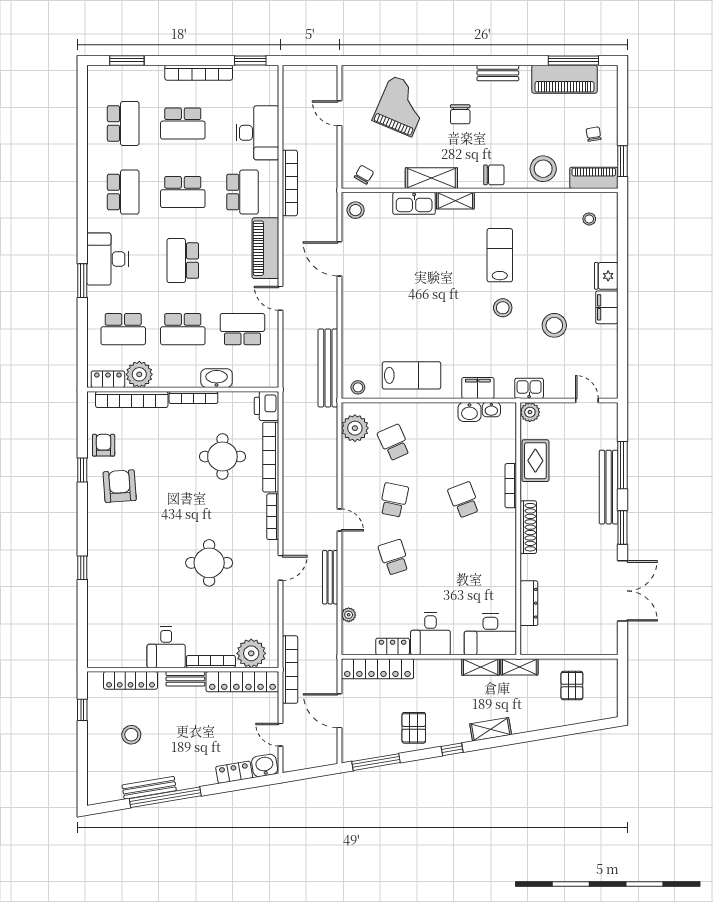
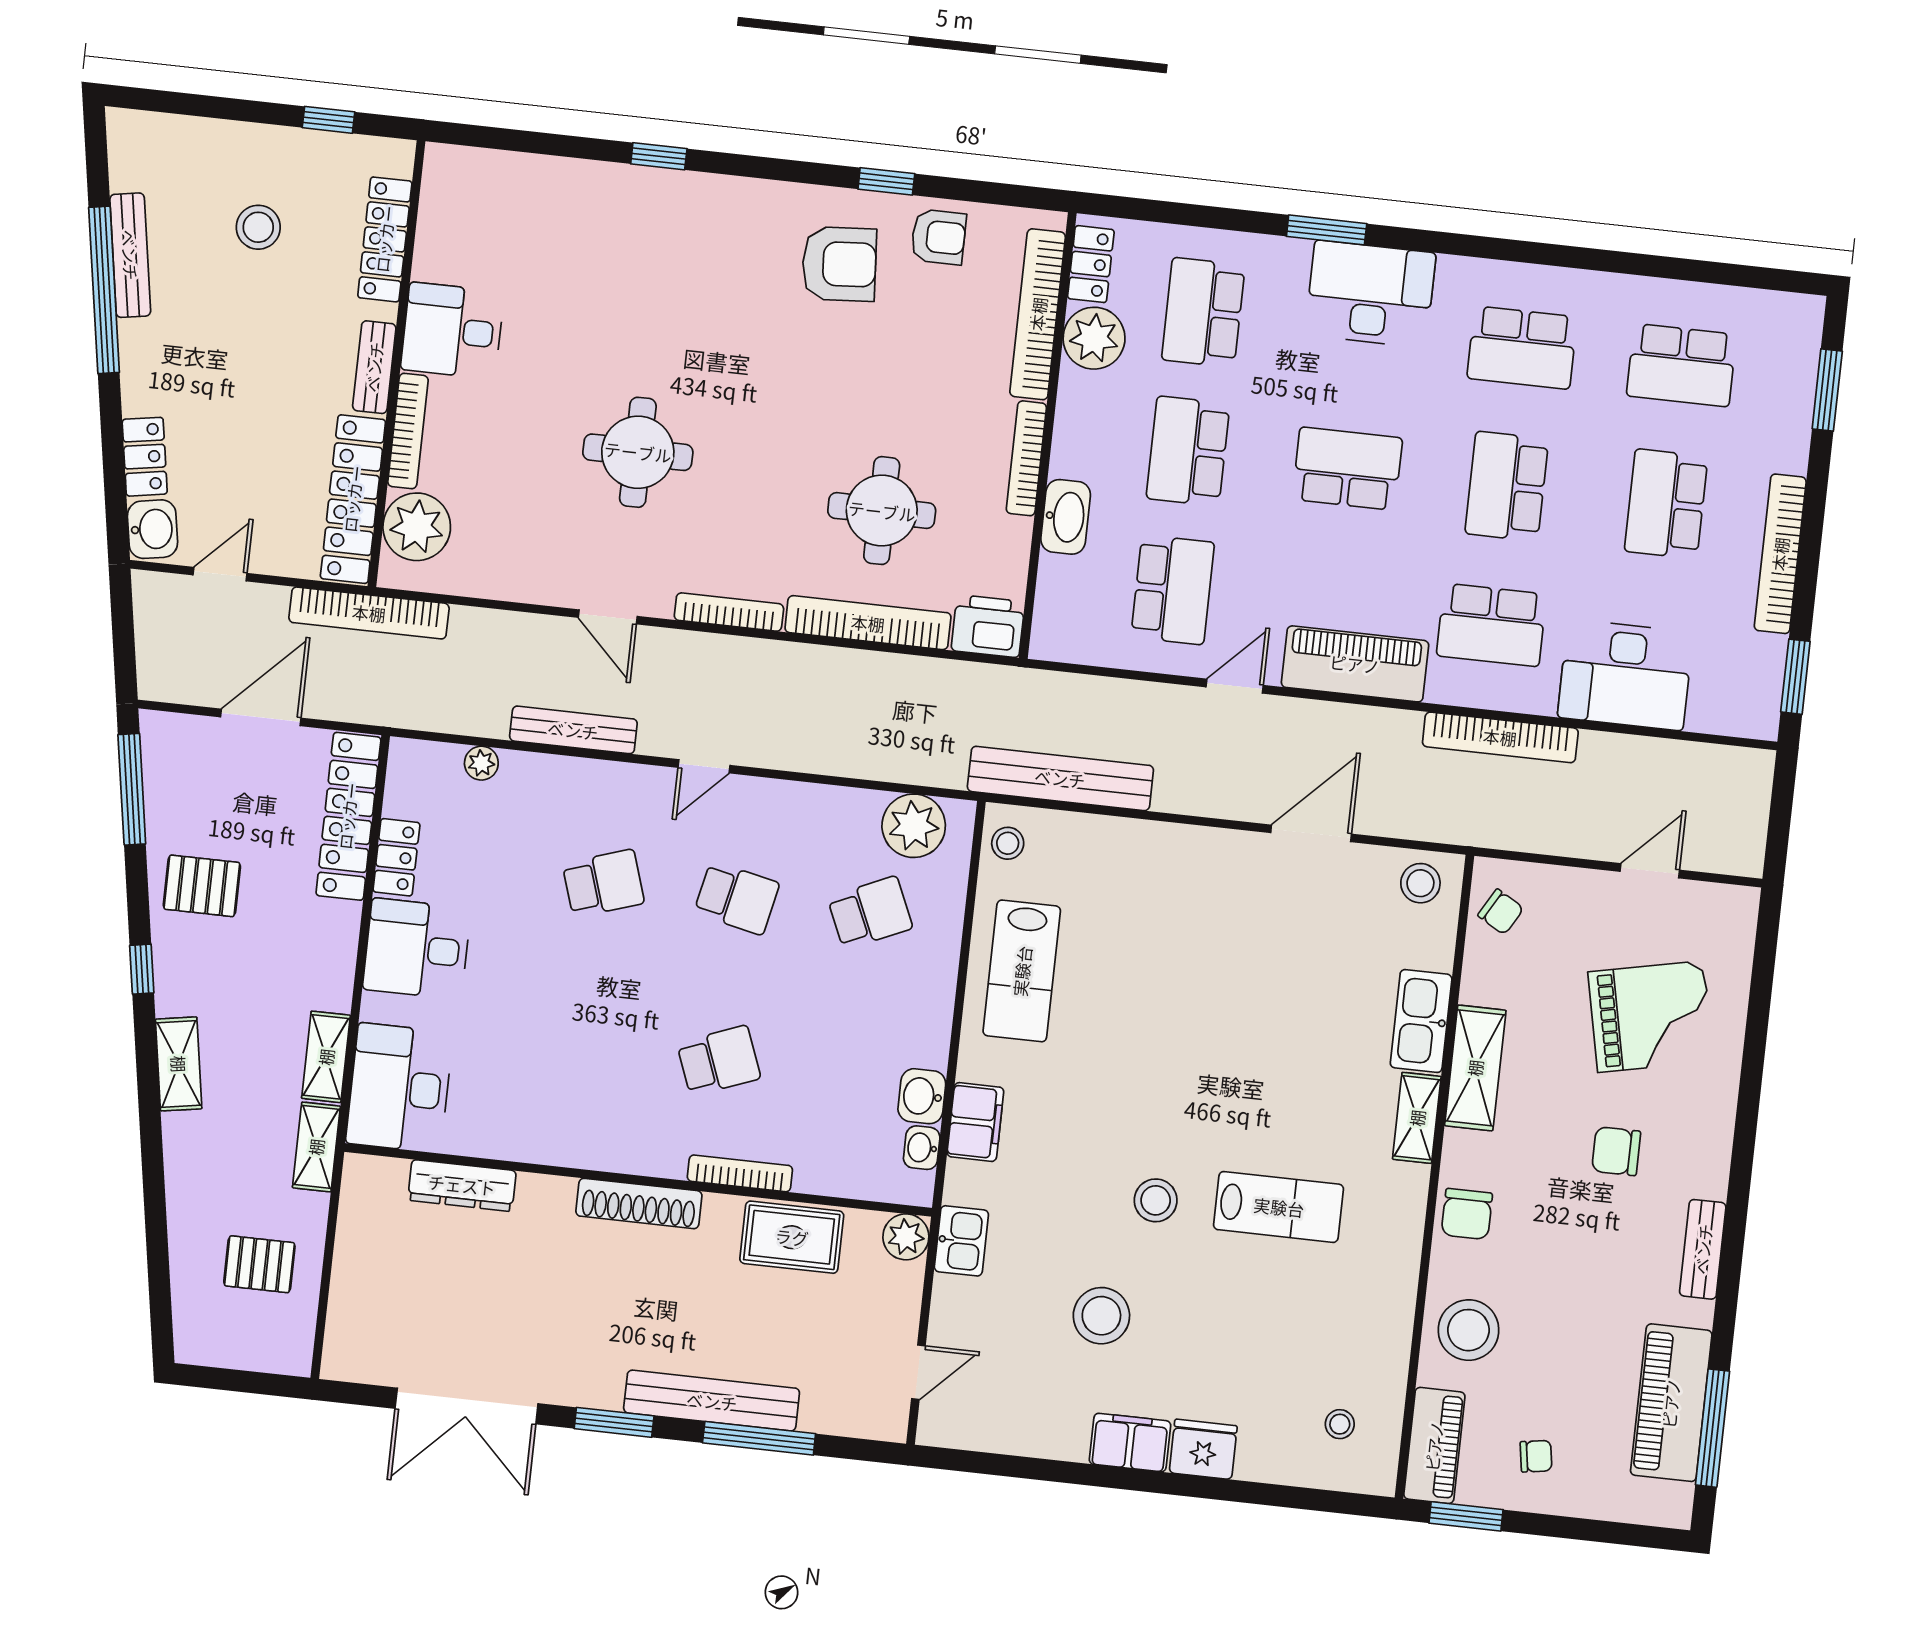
grand piano: (401, 106) -> (1651, 1017), turned -35

